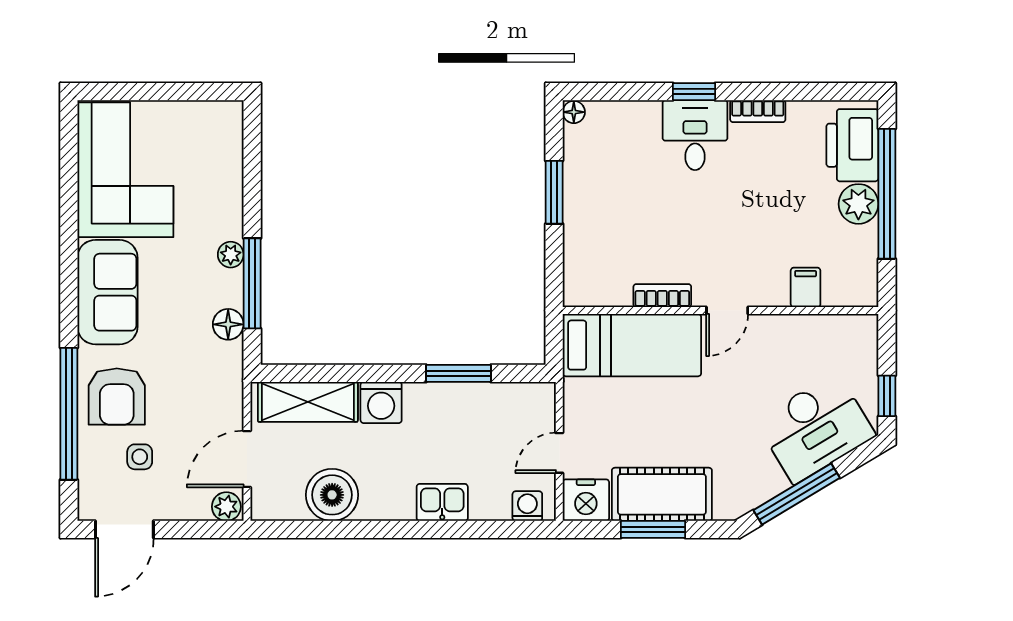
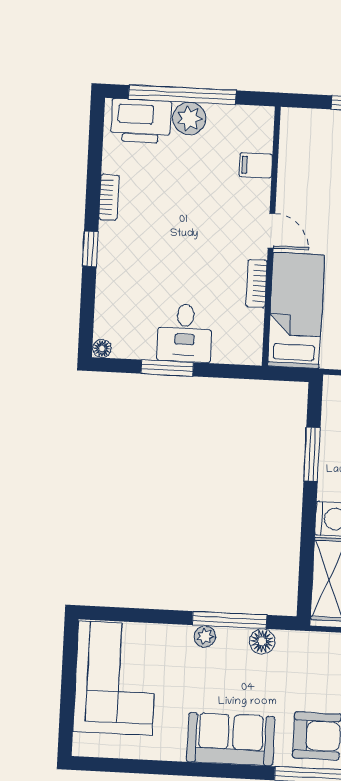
desk: (695, 135) -> (185, 333), moved, turned -90
corner sofa: (125, 170) -> (115, 678), moved, turned 90

